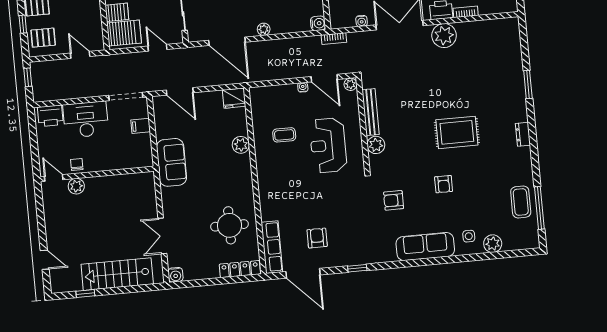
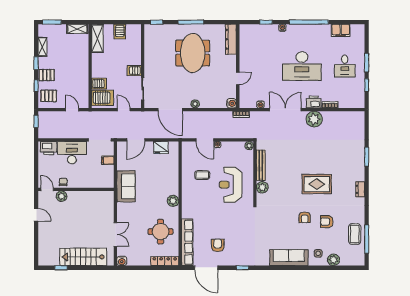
door: (324, 78) -> (205, 140), moved
door: (180, 91) -> (136, 140), hinge flipped
fridge: (234, 98) -> (161, 148), moved
plant: (241, 145) -> (173, 201), moved
armchair: (394, 200) -> (327, 222), moved
double door: (162, 236) -> (115, 234), swing flipped
row of seats: (272, 247) -> (187, 242), width x1.36
door: (45, 260) -> (36, 215), moved

